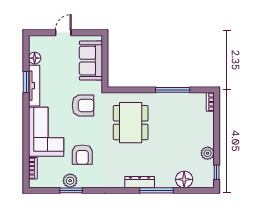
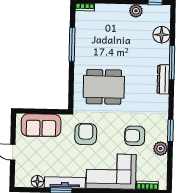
armchair: (82, 155) -> (135, 136), turned 180
window: (71, 190) -> (170, 131), moved

